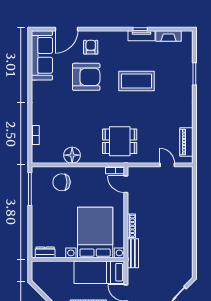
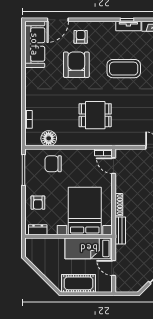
armchair: (86, 77) -> (76, 65), turned -90
dining table: (120, 141) -> (95, 115), moved
floor lamp: (72, 155) -> (49, 138), moved
armchair: (45, 224) -> (38, 203), added

